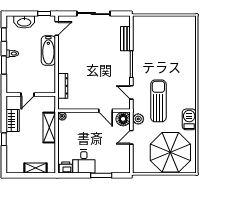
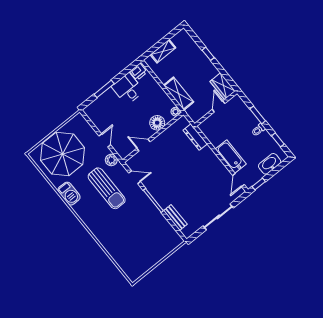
floor lamp: (123, 119) -> (157, 123), moved
wardrobe: (13, 120) -> (223, 86), moved

